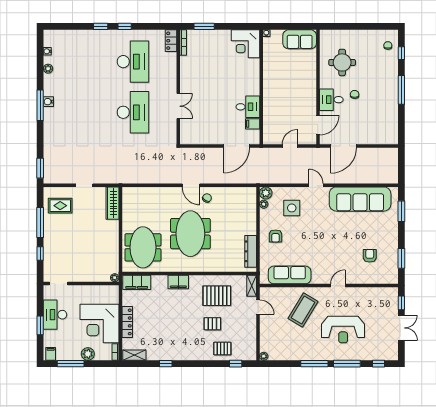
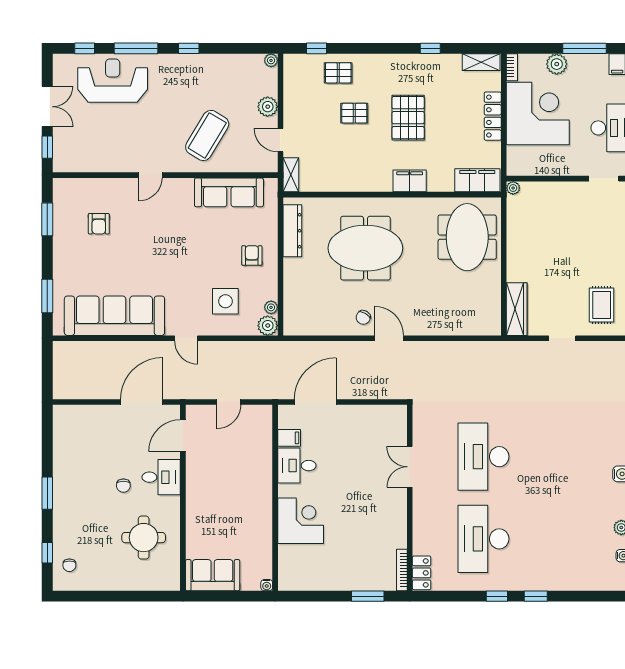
corner desk: (245, 44) -> (301, 521), moved
window: (401, 90) -> (47, 493), width x0.69
rug: (60, 206) -> (602, 305), turned 90
meeting table: (190, 234) -> (365, 248), moved, turned 90
pallet: (217, 296) -> (408, 118), moved, turned 90
plant: (266, 328) -> (268, 107), added
double door: (401, 328) -> (47, 107), swing flipped
reception desk: (343, 330) -> (113, 81), moved
window: (314, 364) -> (189, 48), width x0.46

